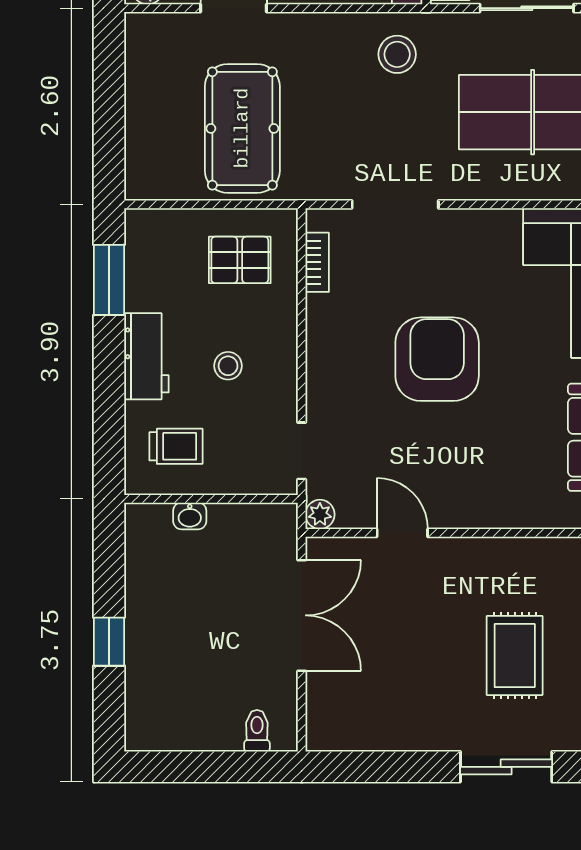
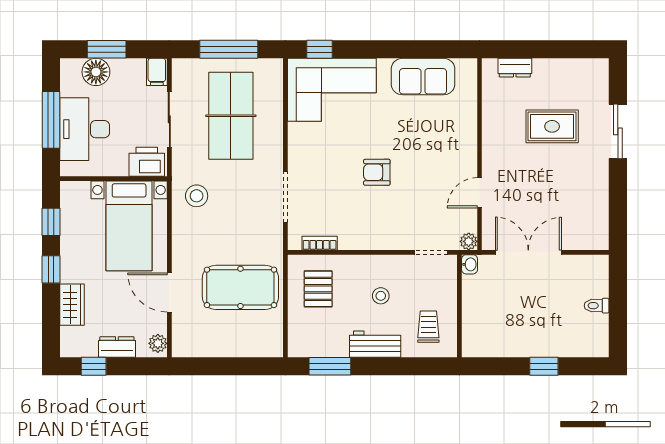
armchair: (437, 359) -> (377, 172), width x0.53, depth x0.53
washbasin: (190, 516) -> (470, 264), moved
toilet: (257, 731) -> (597, 306), moved

